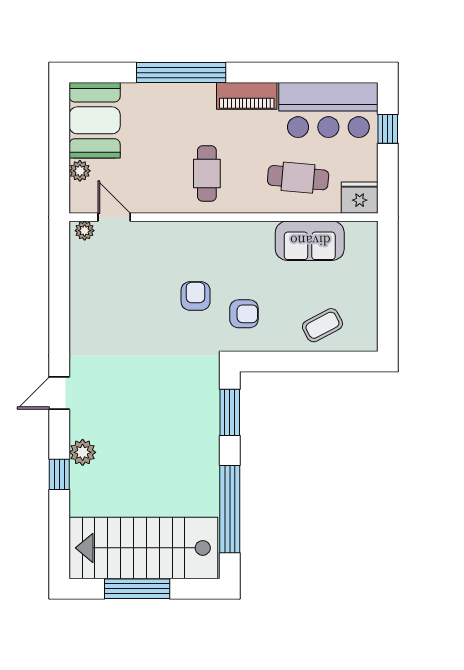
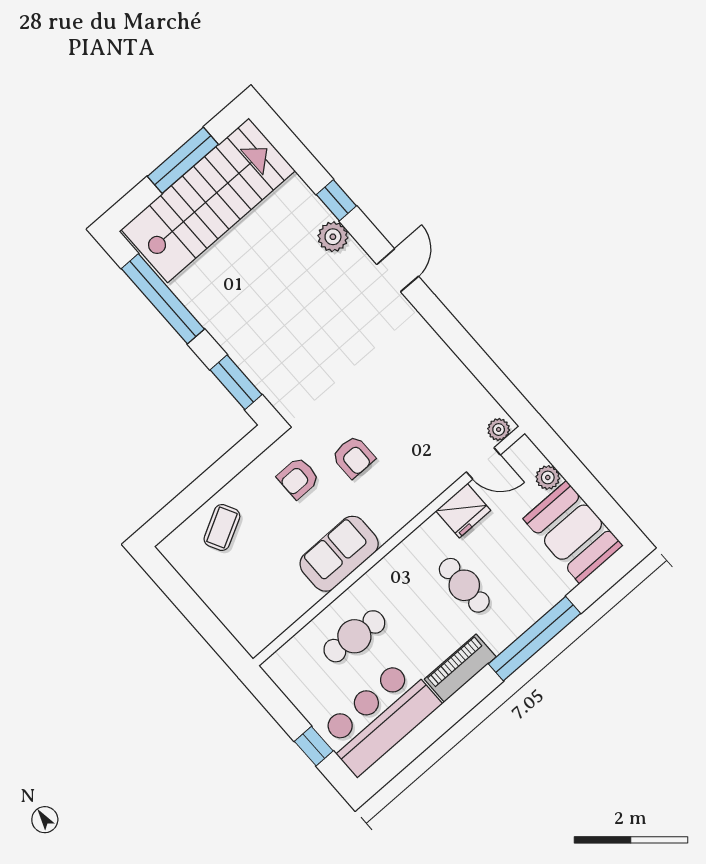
cafe table: (207, 173) -> (464, 585), moved
fridge: (360, 198) -> (463, 511), moved
sofa: (310, 241) -> (339, 554), moved

